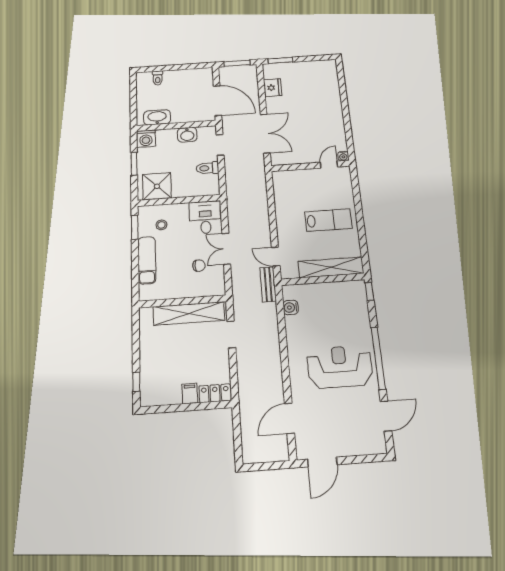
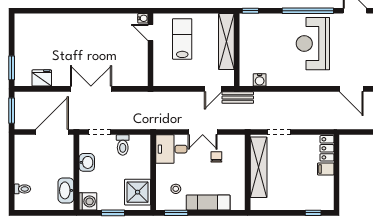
water cooler: (343, 156) -> (143, 18), moved
door: (329, 165) -> (150, 33), moved
wall: (310, 166) -> (150, 50), moved

